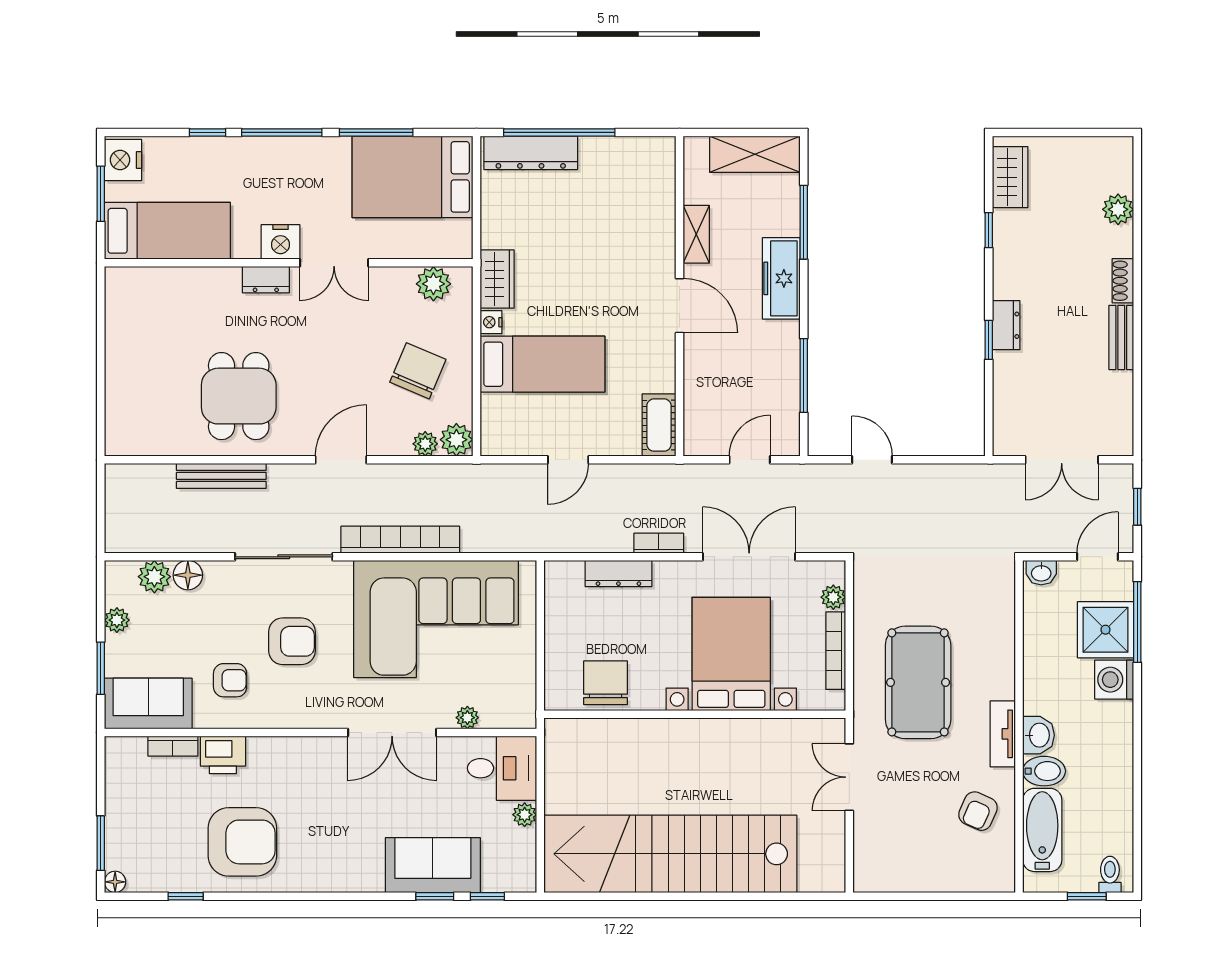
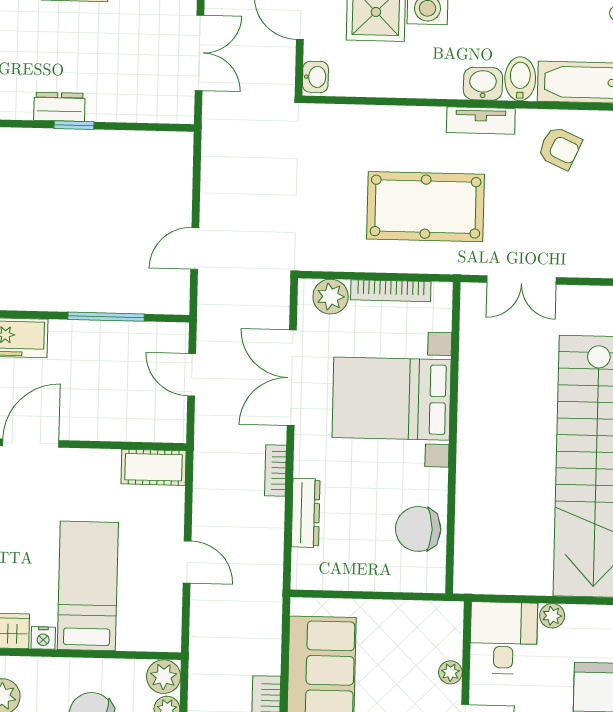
plant: (833, 597) -> (331, 297), width x1.38, depth x1.38

